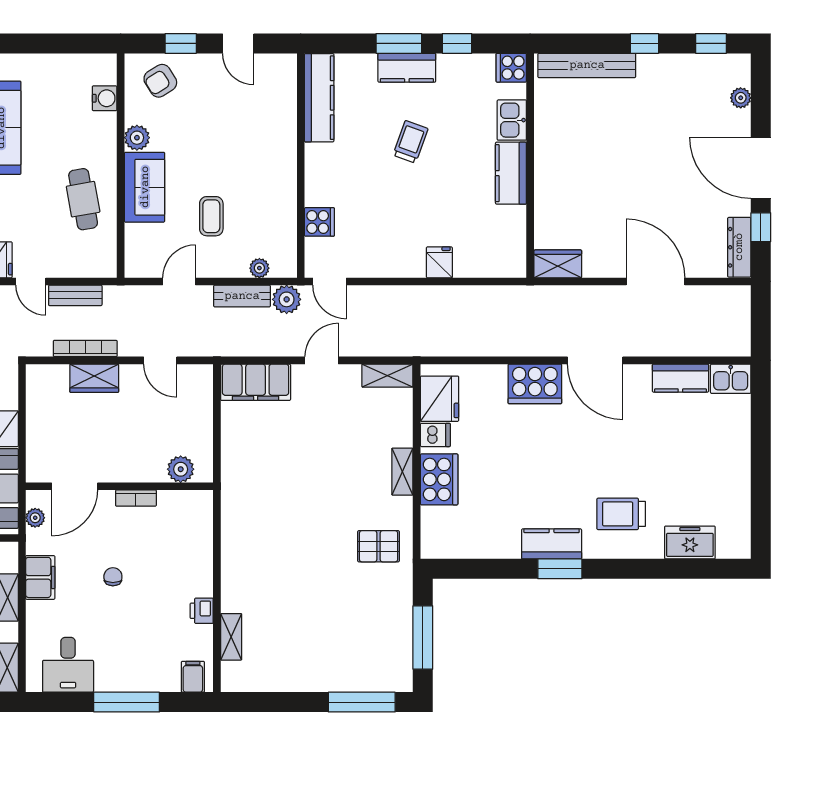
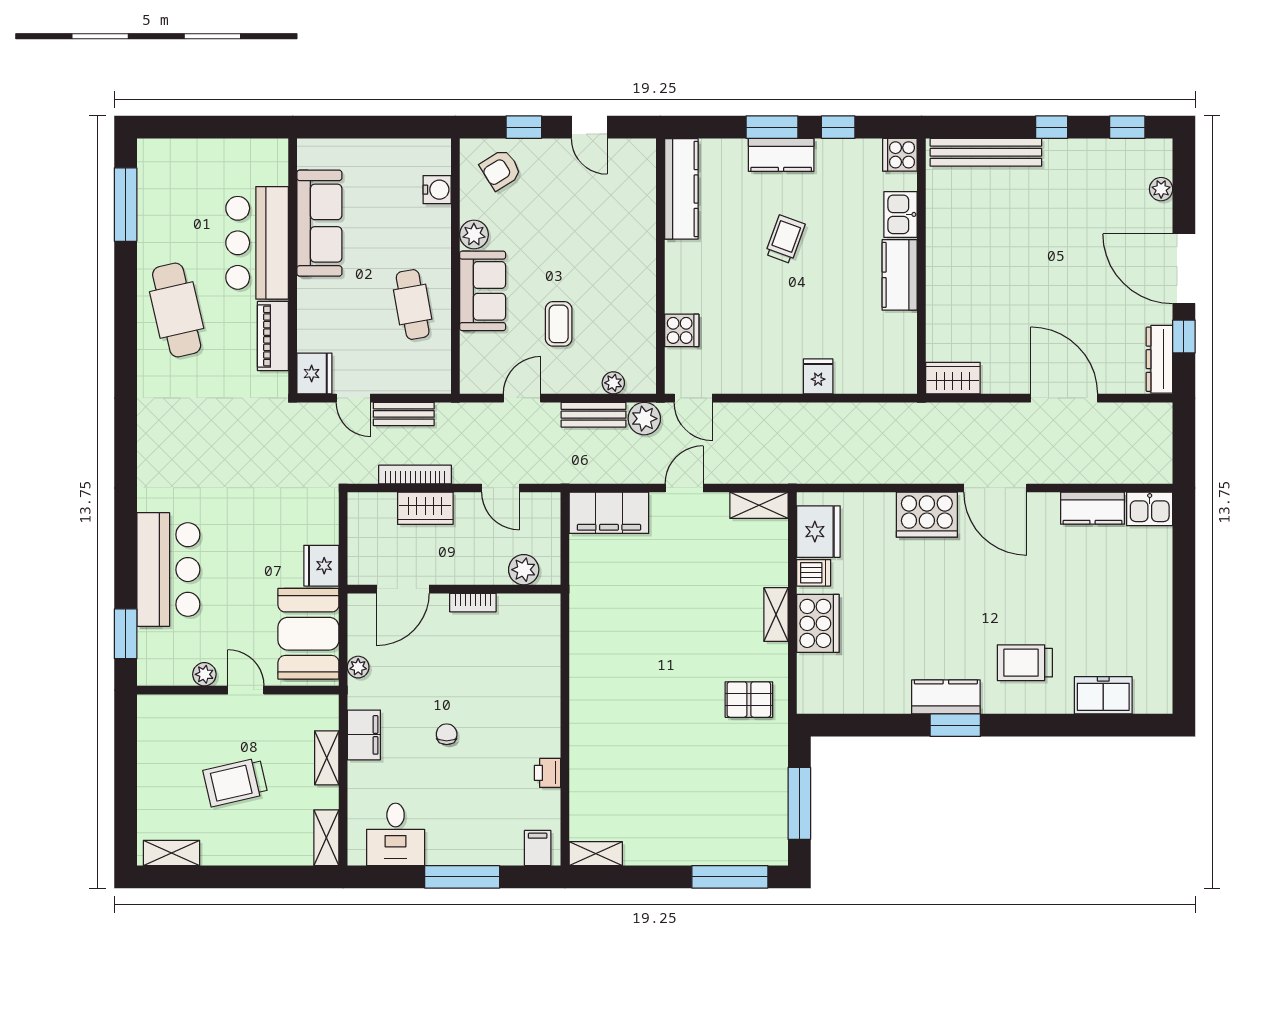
plant: (181, 469) -> (524, 570), moved
door: (75, 486) -> (403, 589), moved
wall: (119, 486) -> (454, 589), moved
bookcase: (136, 498) -> (473, 603), moved
shelving: (231, 637) -> (596, 854), moved, turned 90

